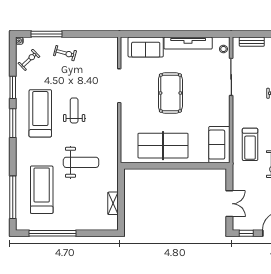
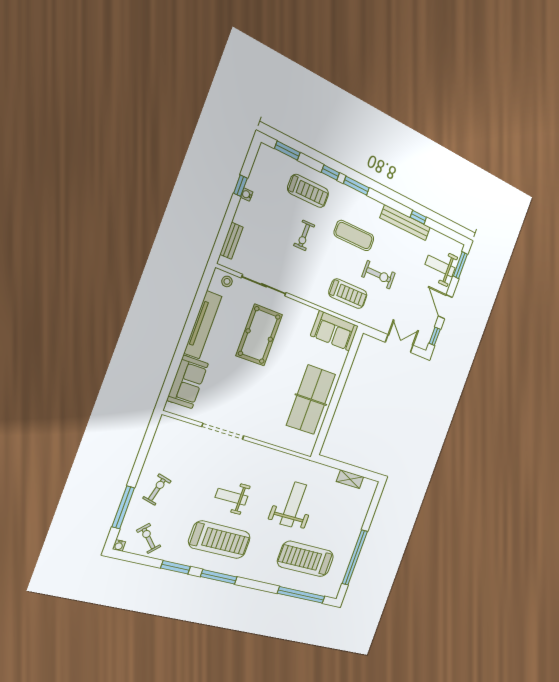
pool table: (170, 93) -> (259, 335), moved, turned 90
treadmill: (40, 113) -> (220, 540), turned 180

